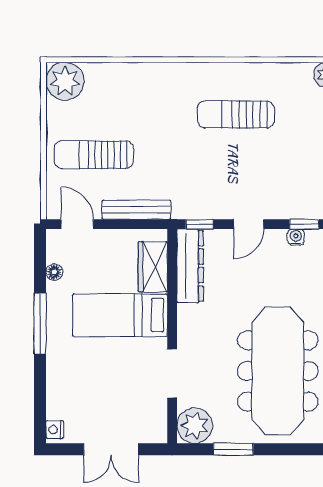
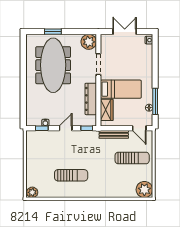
dresser: (190, 266) -> (91, 99), moved
window: (40, 324) -> (155, 101), moved
window: (233, 449) -> (53, 32), moved

